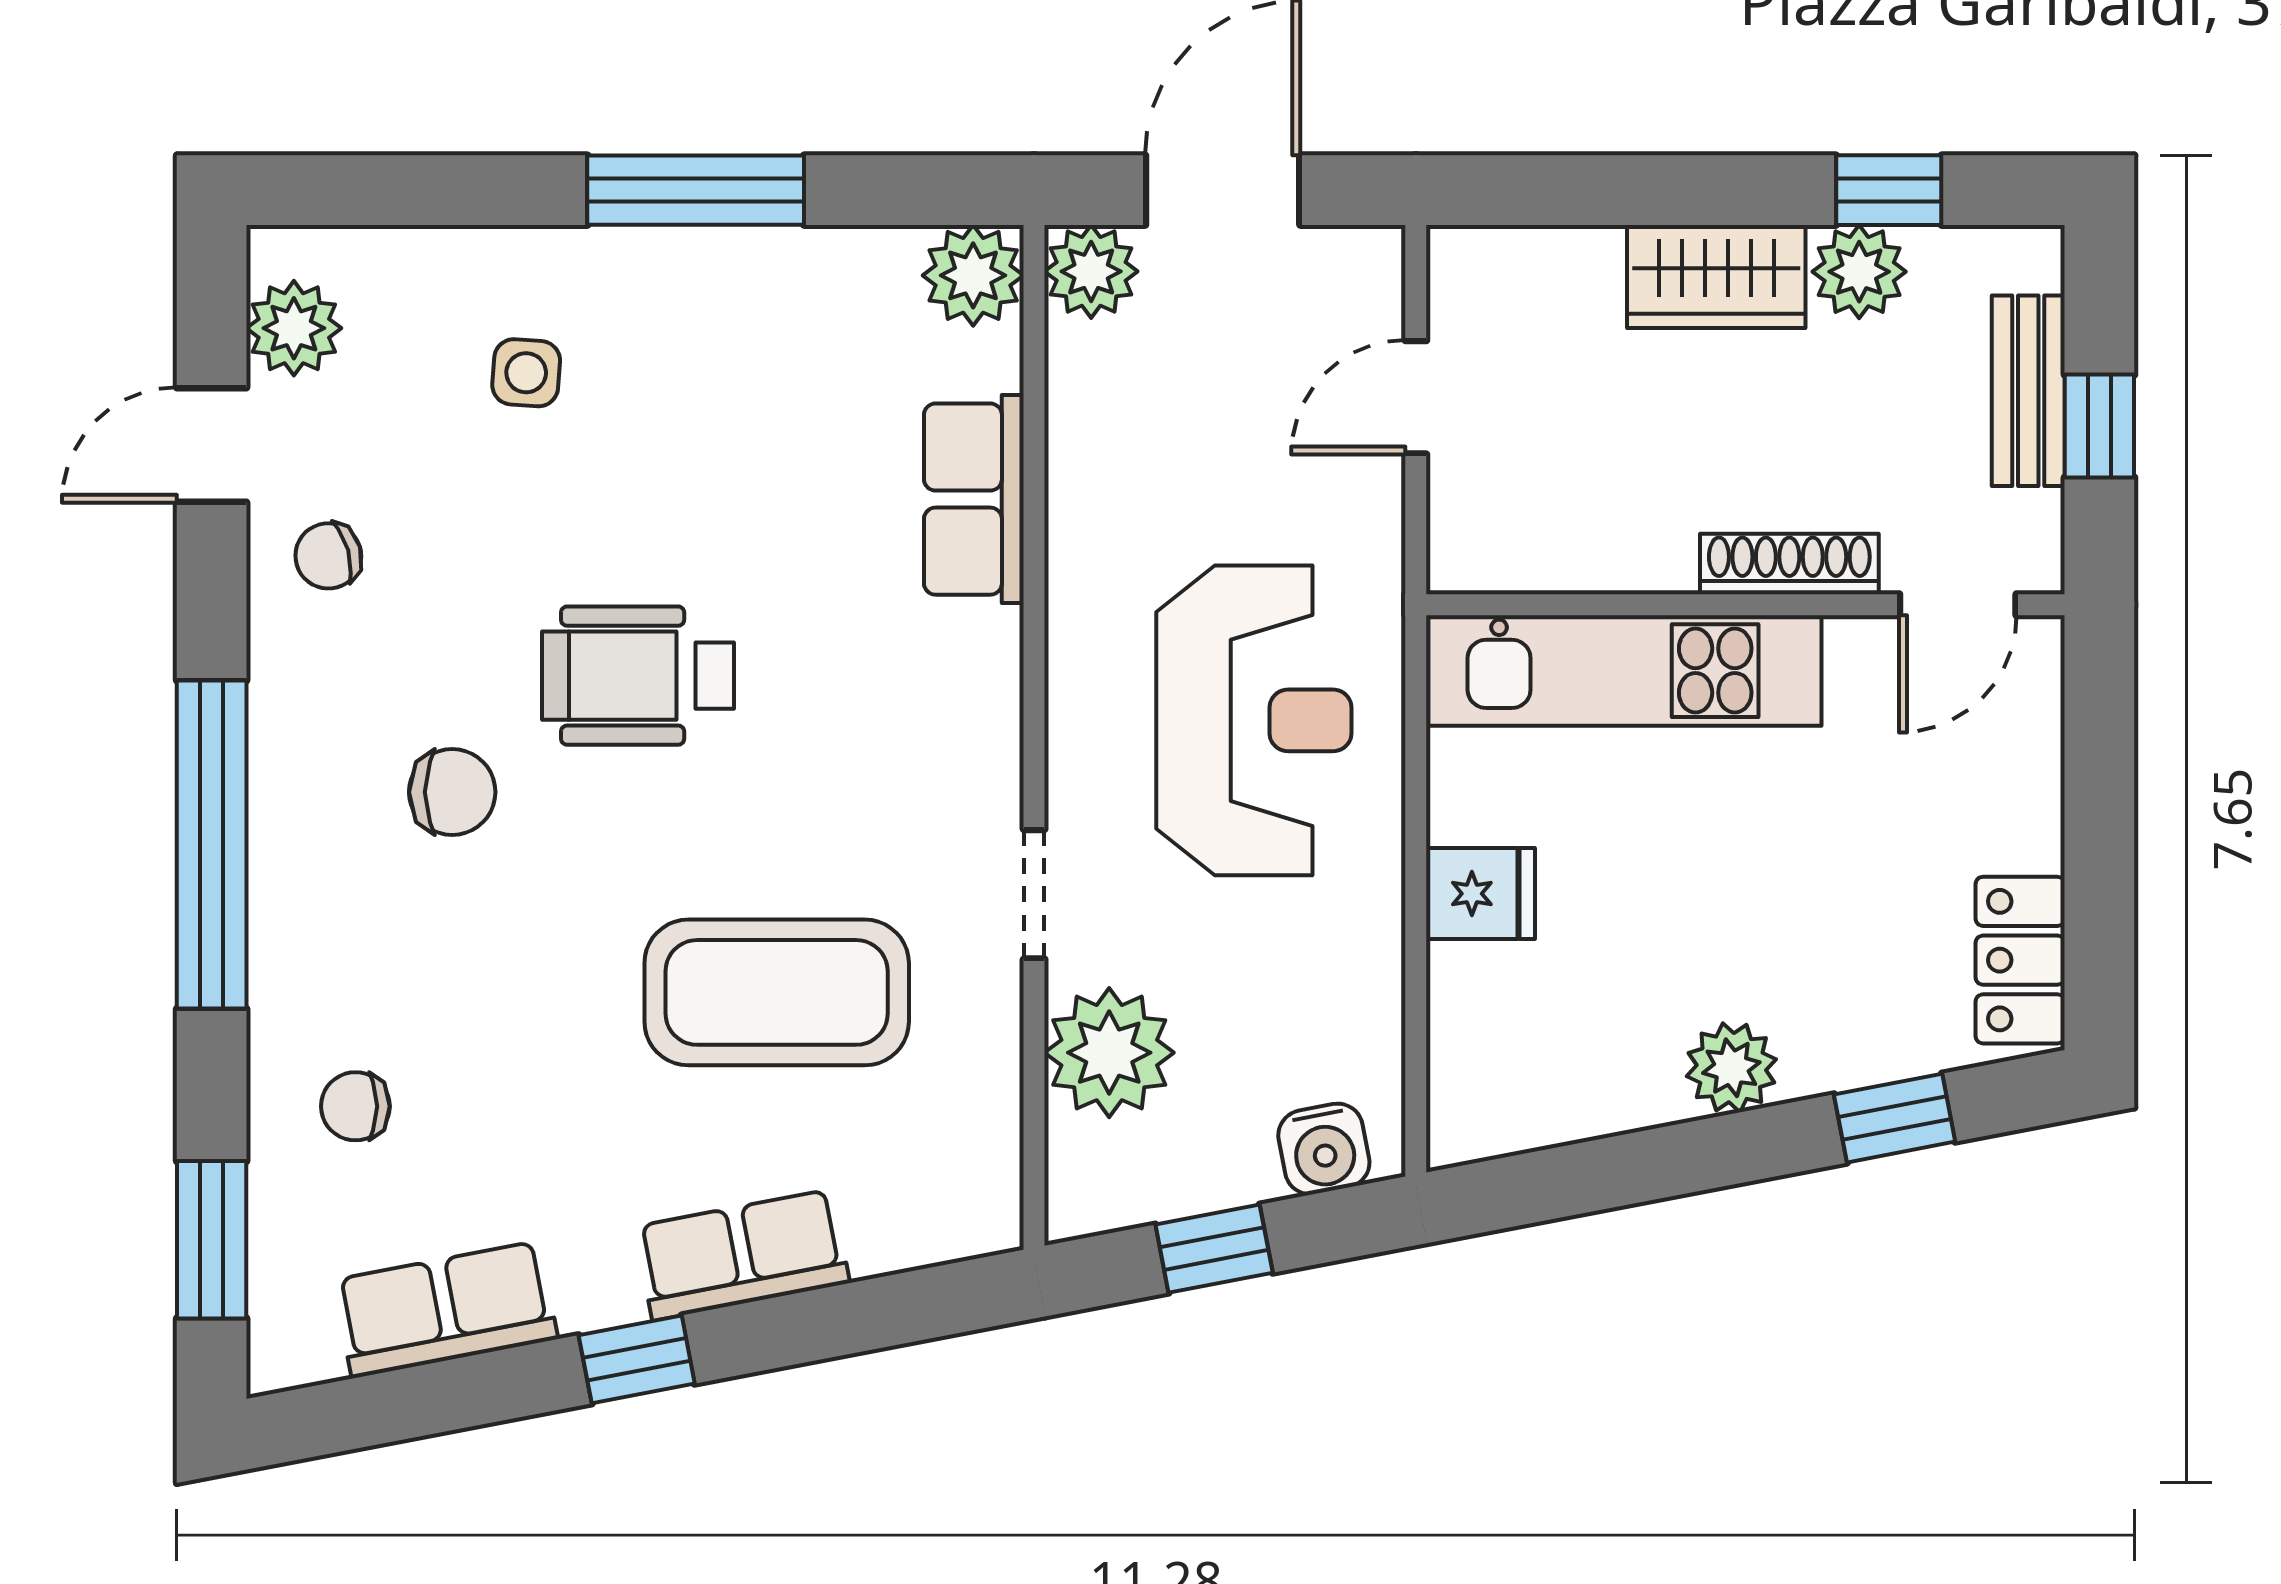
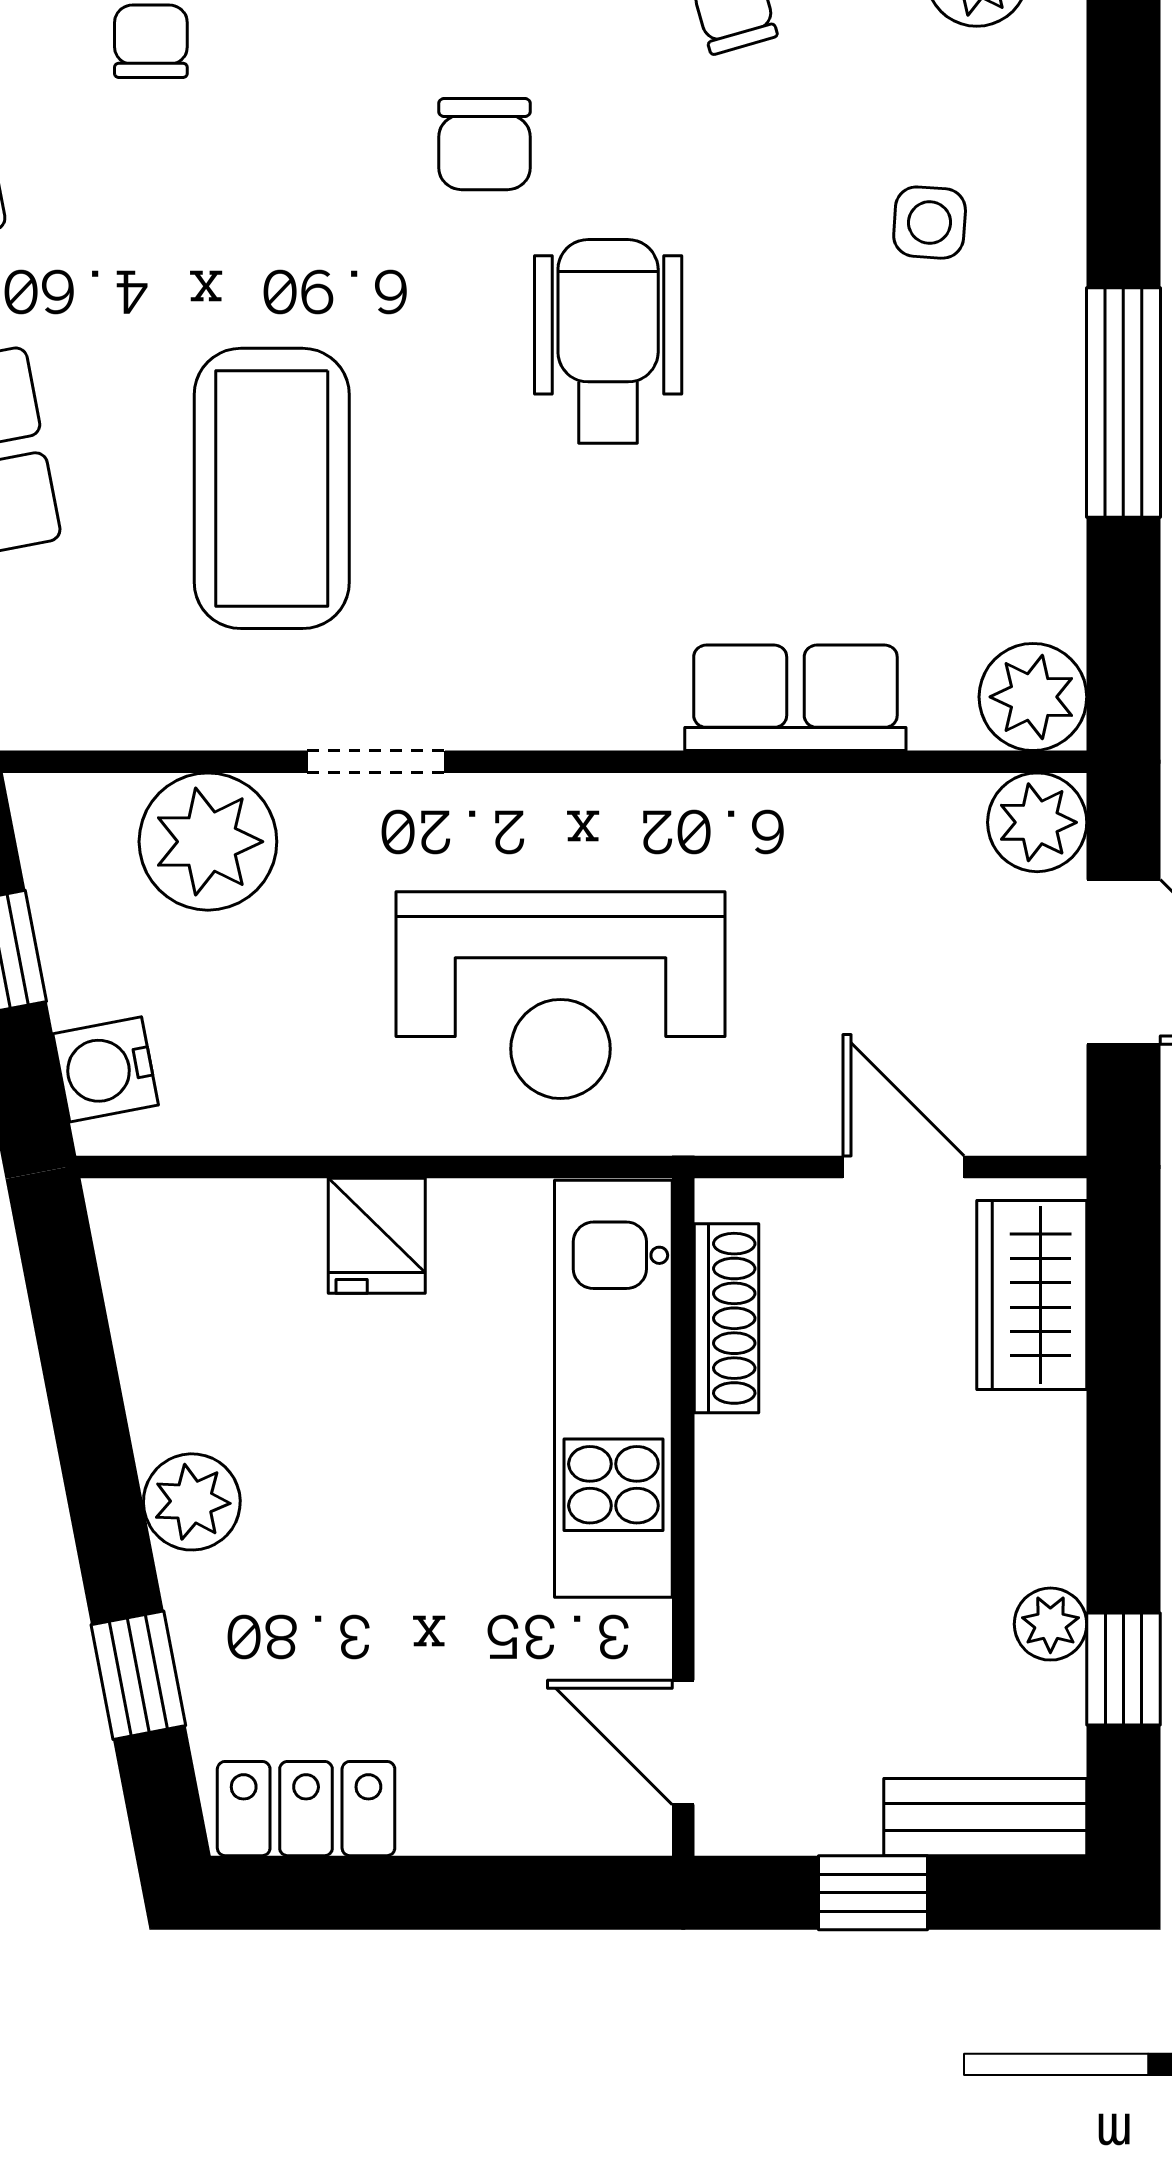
plant: (1859, 272) -> (1050, 1624), width x0.73, depth x0.73
wardrobe: (1716, 277) -> (1032, 1295), moved
bench: (2028, 391) -> (985, 1817), moved
shoe rack: (1789, 564) -> (727, 1318), moved

